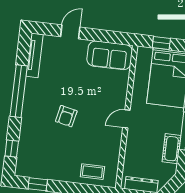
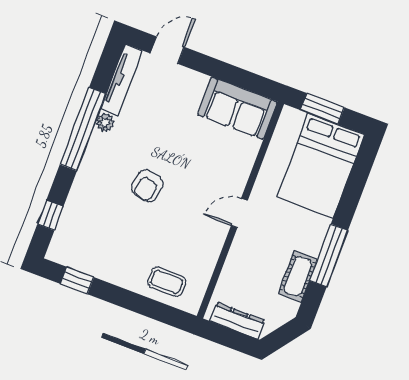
door: (70, 32) -> (167, 50), moved
window: (161, 43) -> (322, 109), width x1.50
plant: (31, 84) -> (105, 123), added

